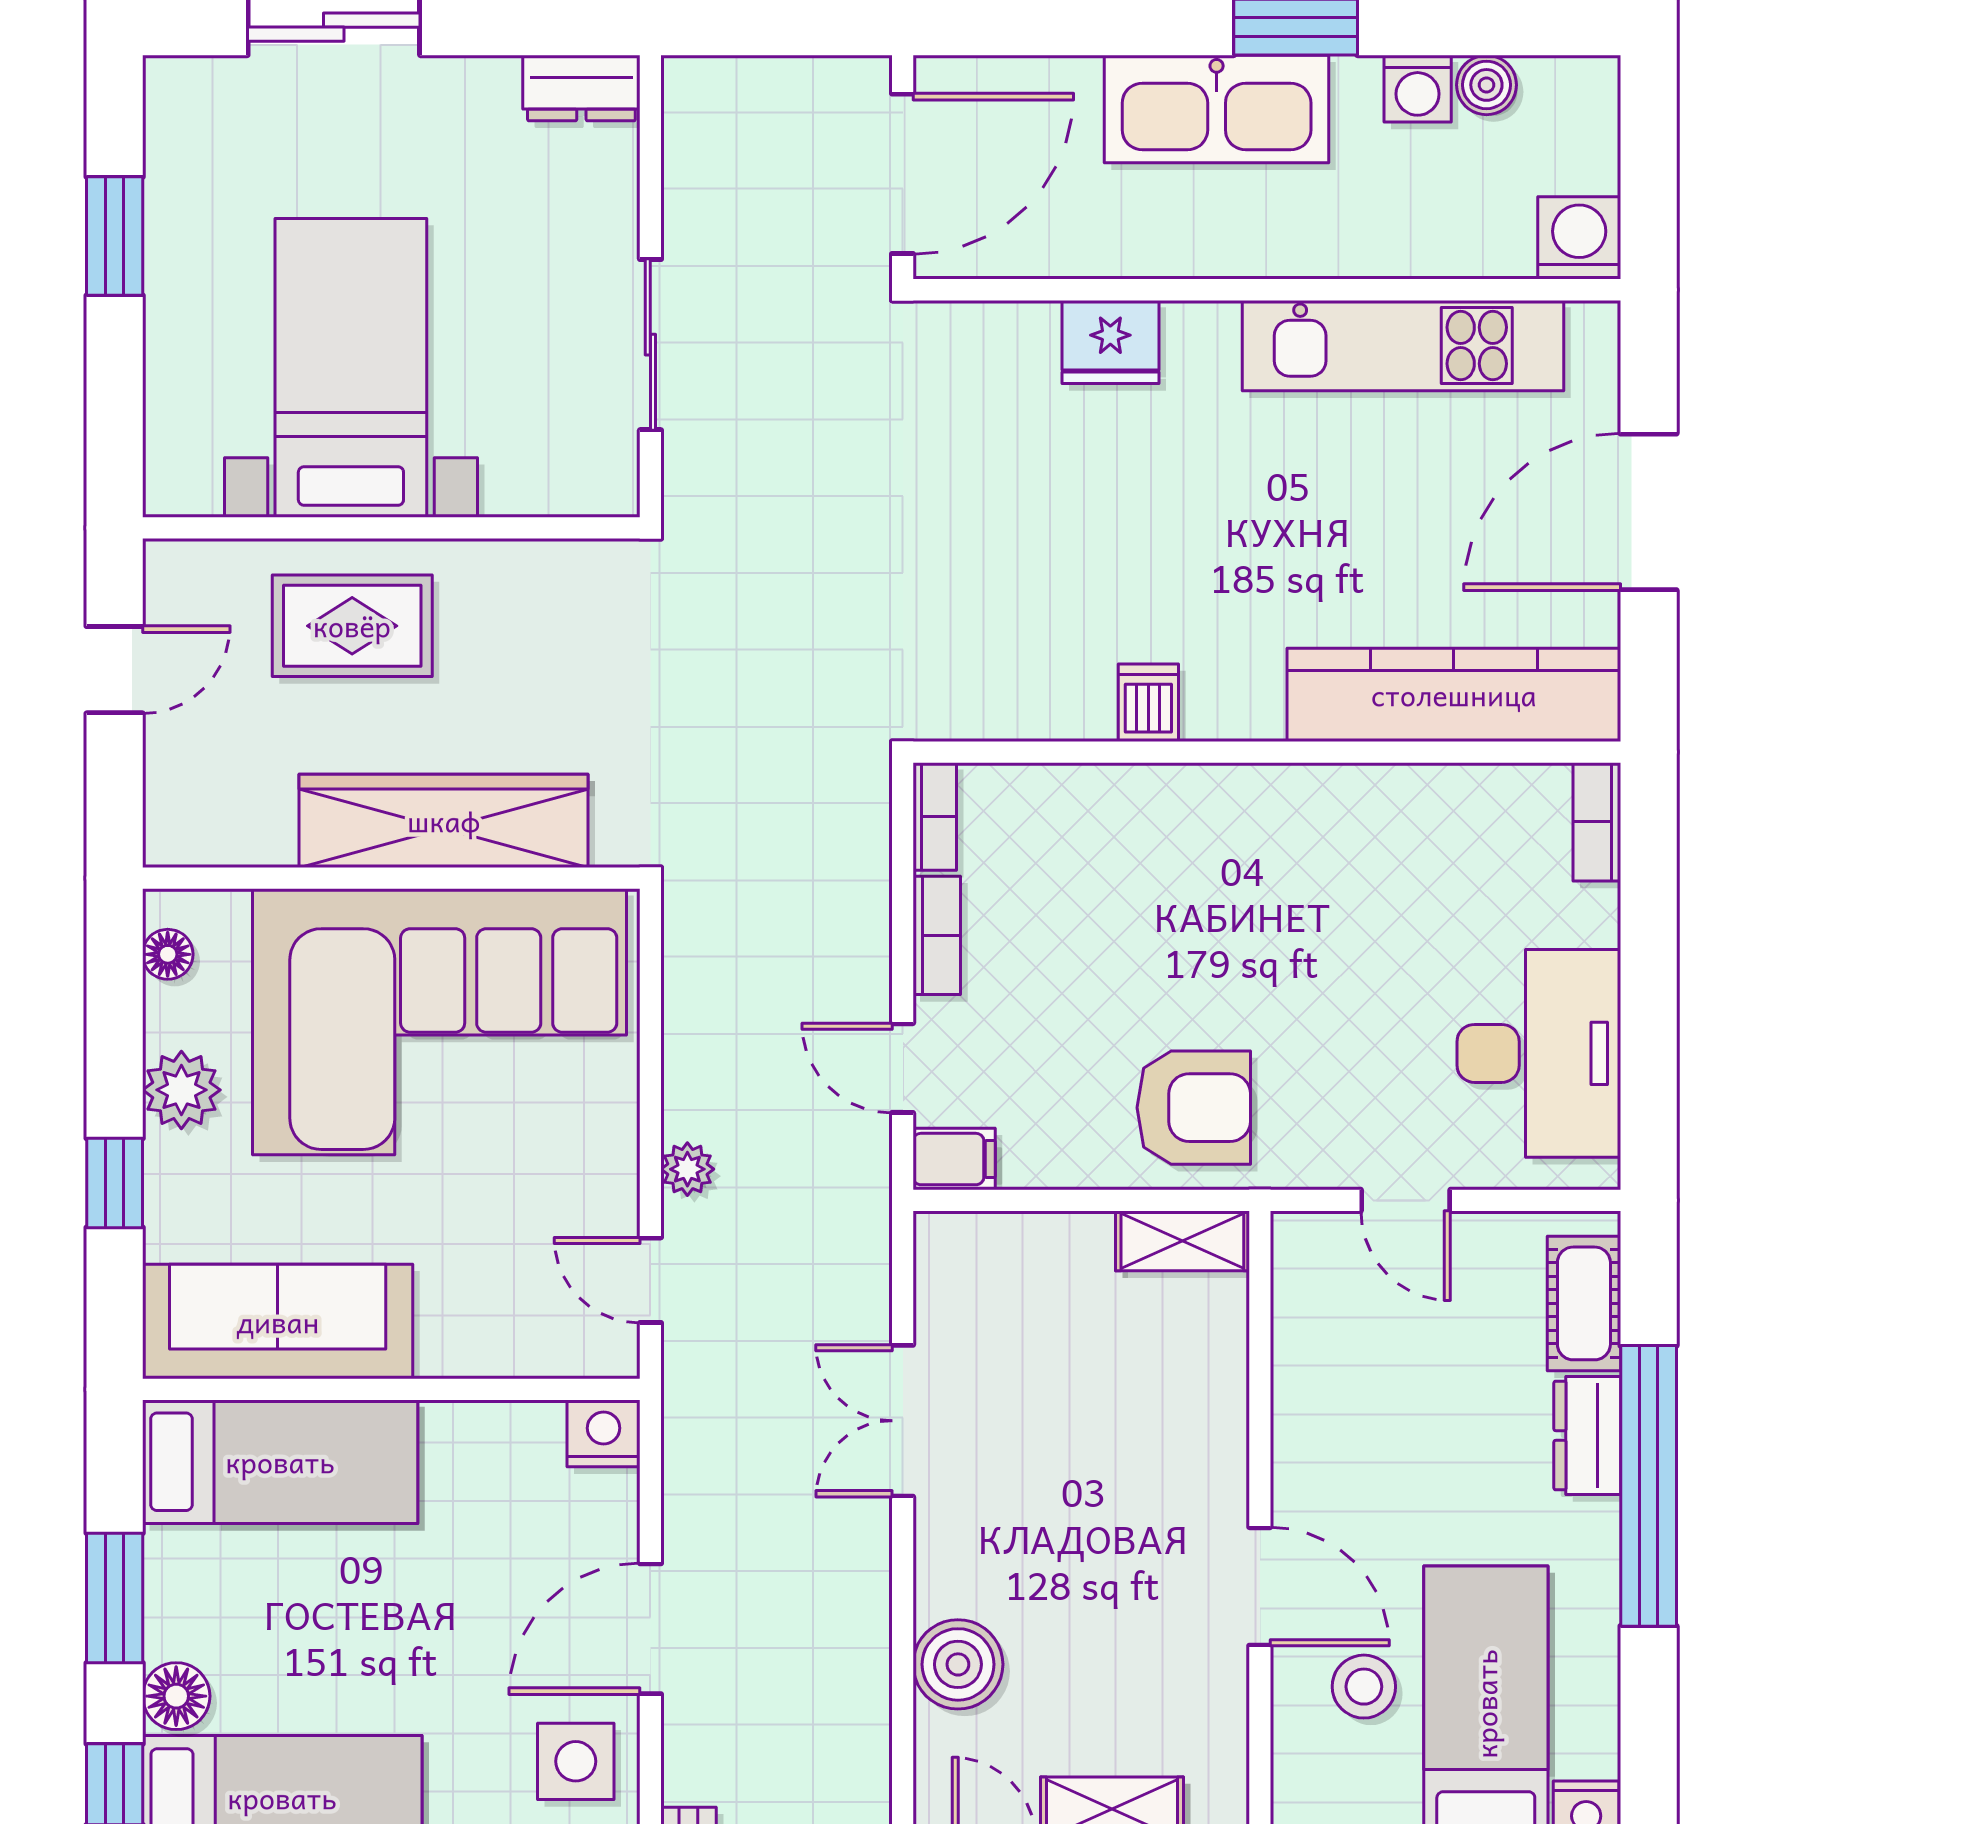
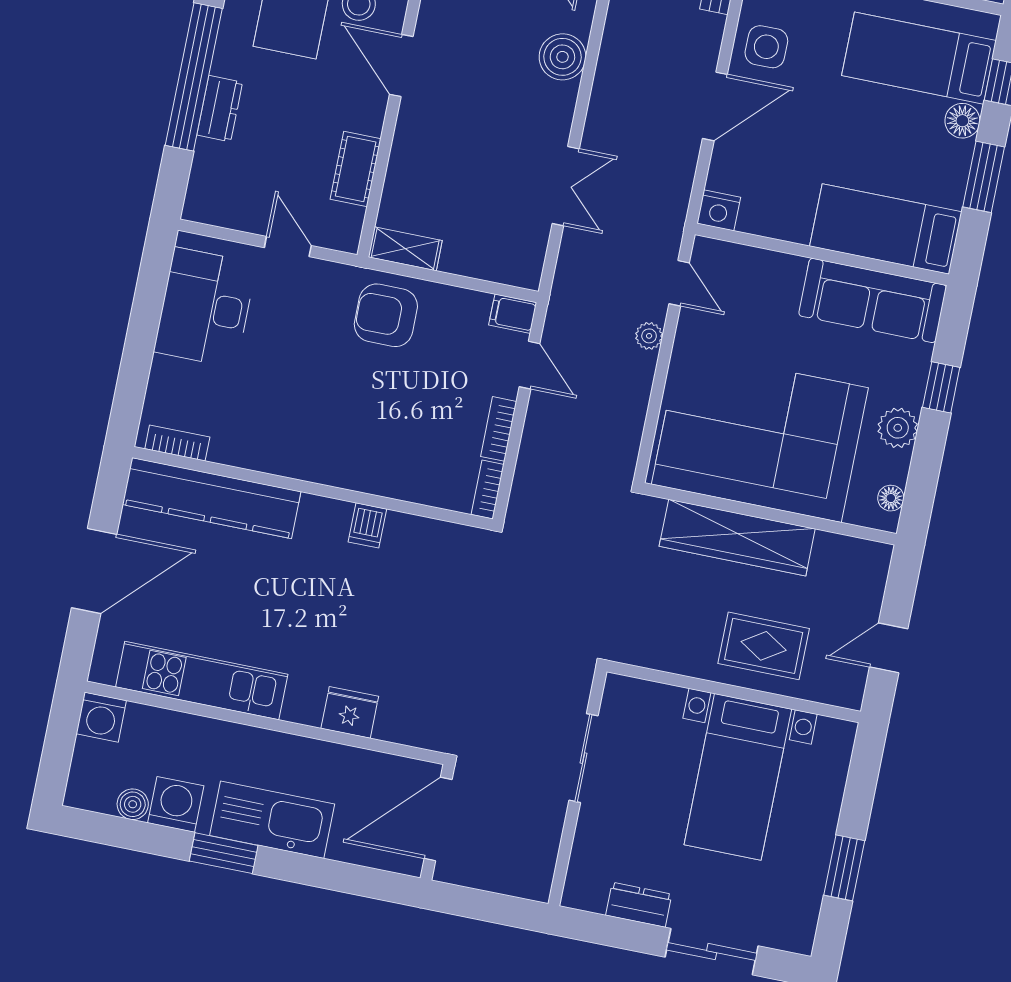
dresser: (581, 88) -> (639, 905), moved
washing machine: (1418, 89) -> (176, 804), width x1.38, depth x1.38
bookcase: (1597, 822) -> (177, 443), moved, turned -90
cot: (1584, 1303) -> (356, 169), moved

